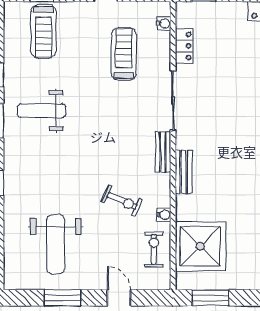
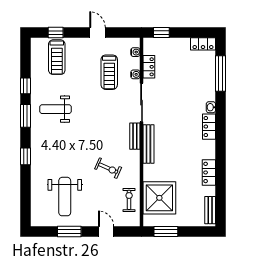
treadmill: (124, 54) -> (109, 72), turned 180
bench: (184, 172) -> (148, 144), width x1.36
water cooler: (164, 215) -> (135, 74), moved

